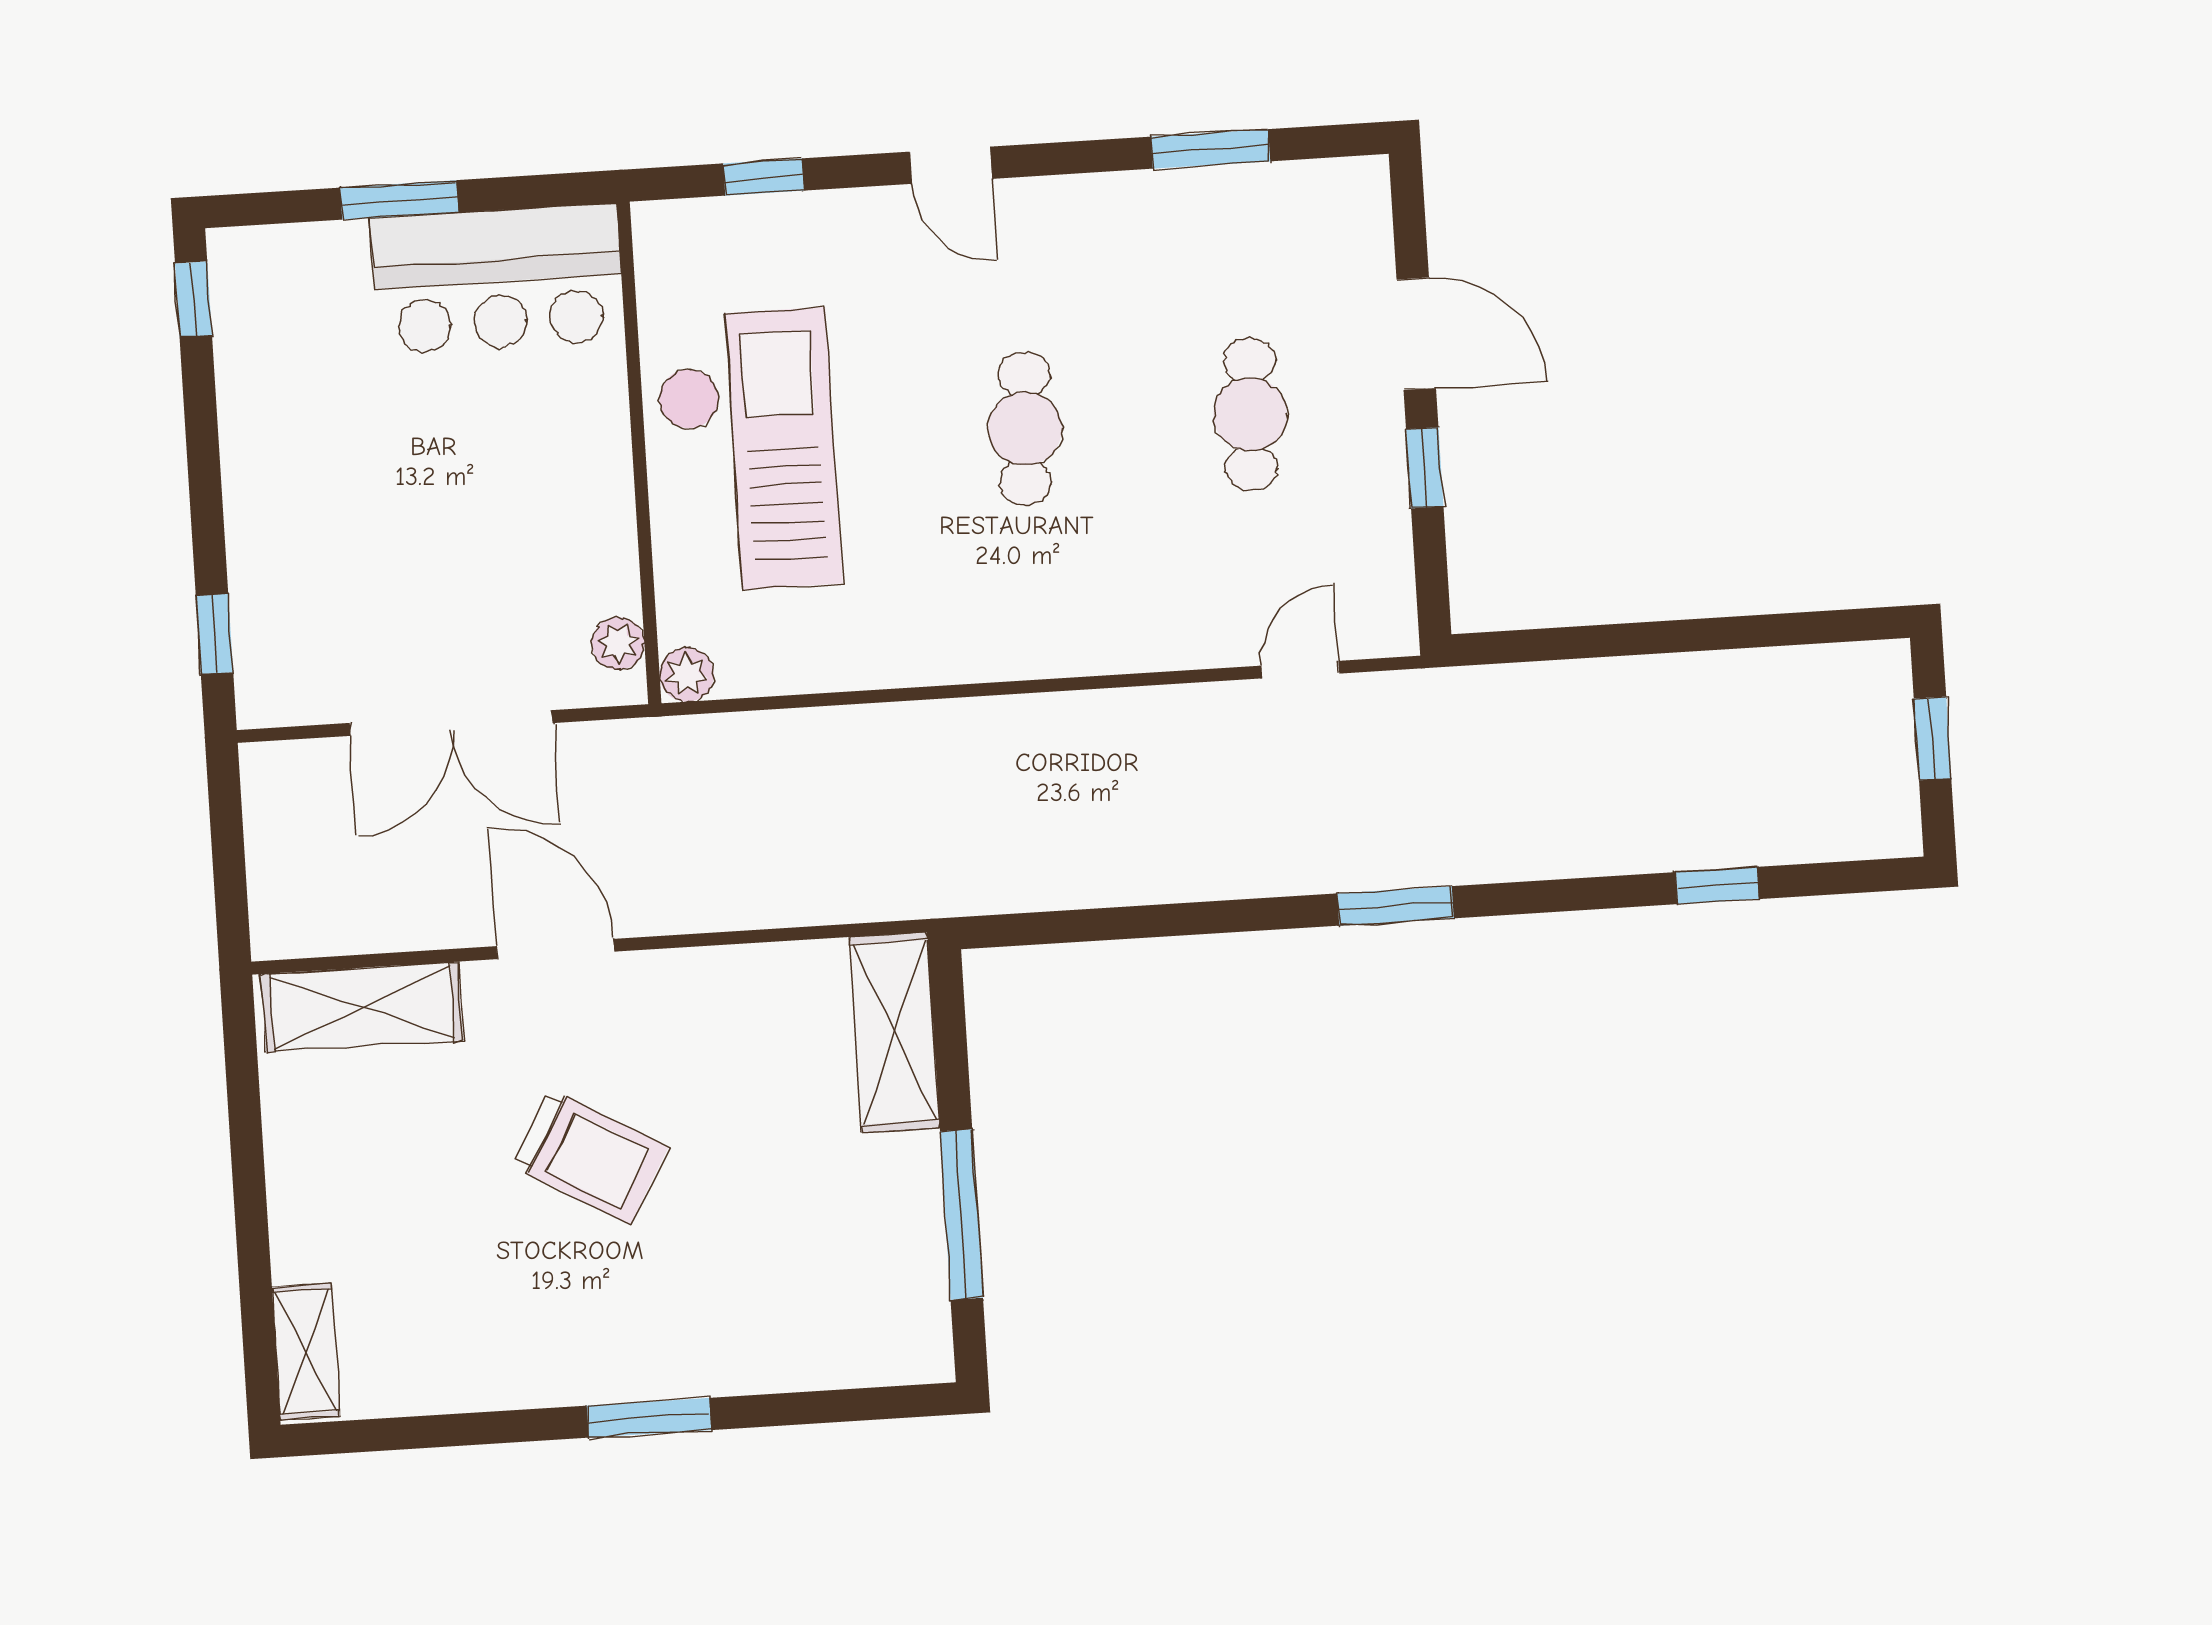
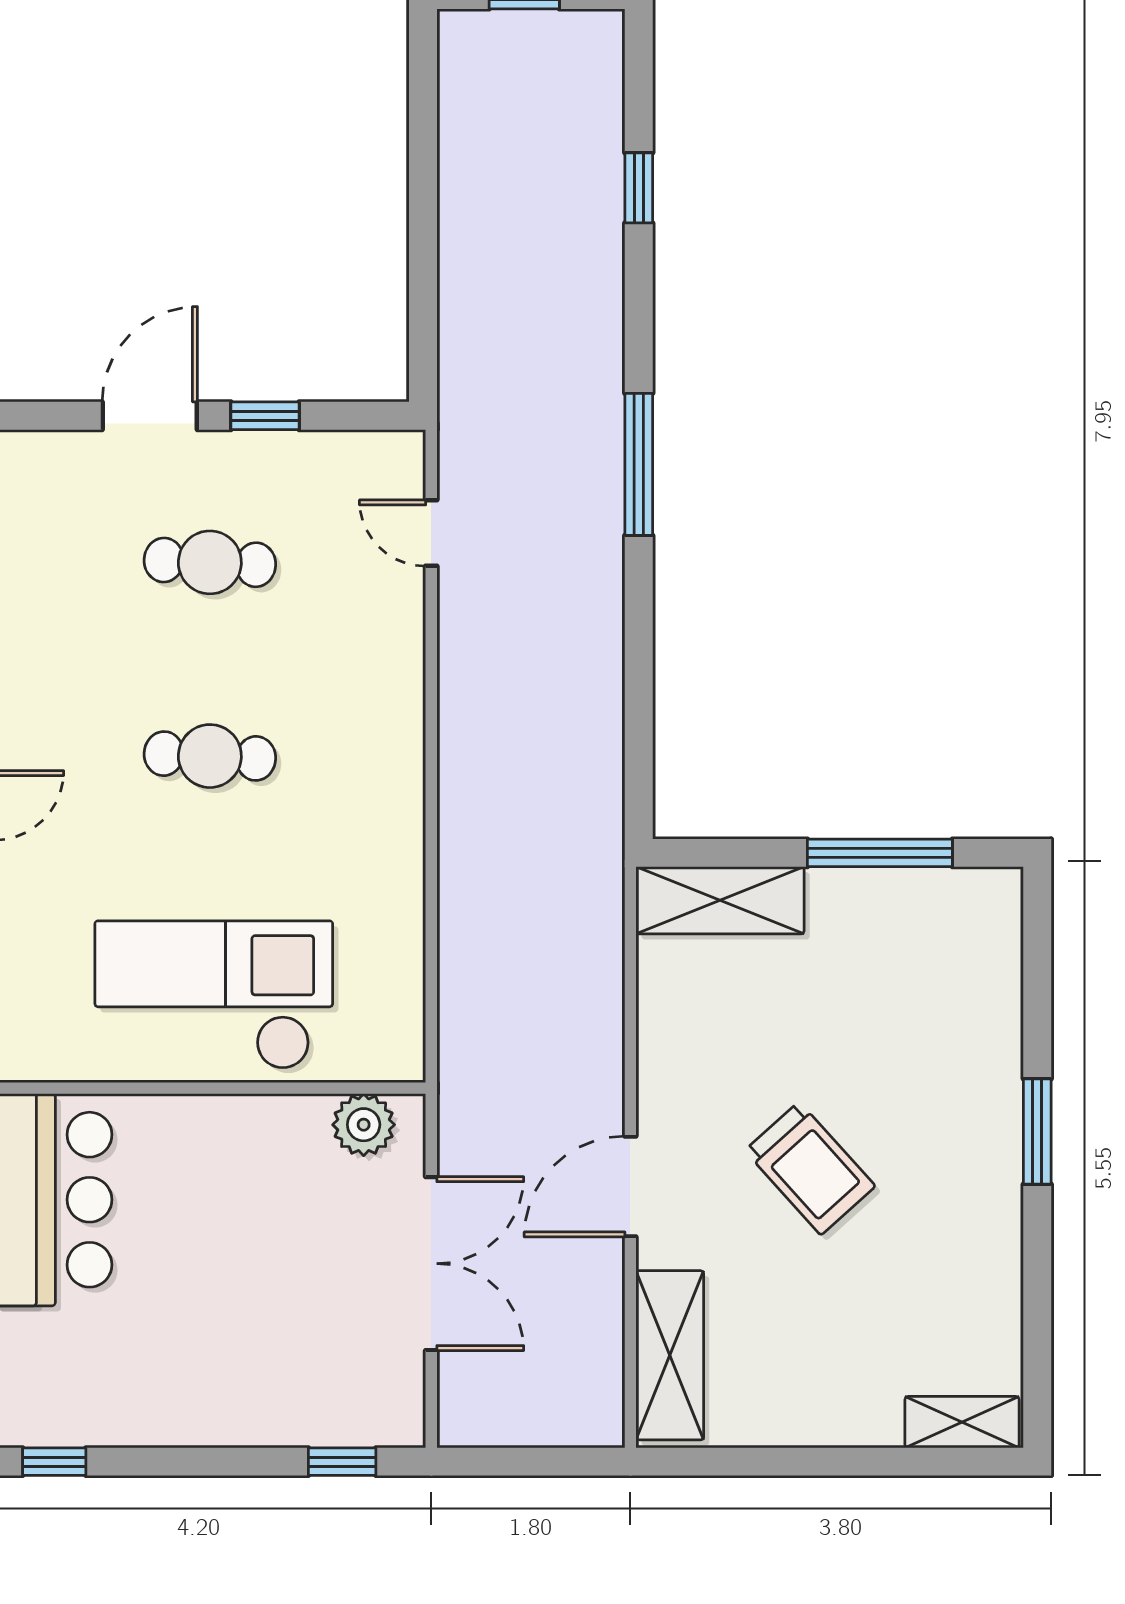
plant: (618, 644) -> (364, 1125), width x1.38, depth x1.38
plant: (687, 675) -> (402, 1059), removed
window: (1395, 906) -> (639, 464), width x1.44
trolley: (590, 1156) -> (810, 1168), turned 108

